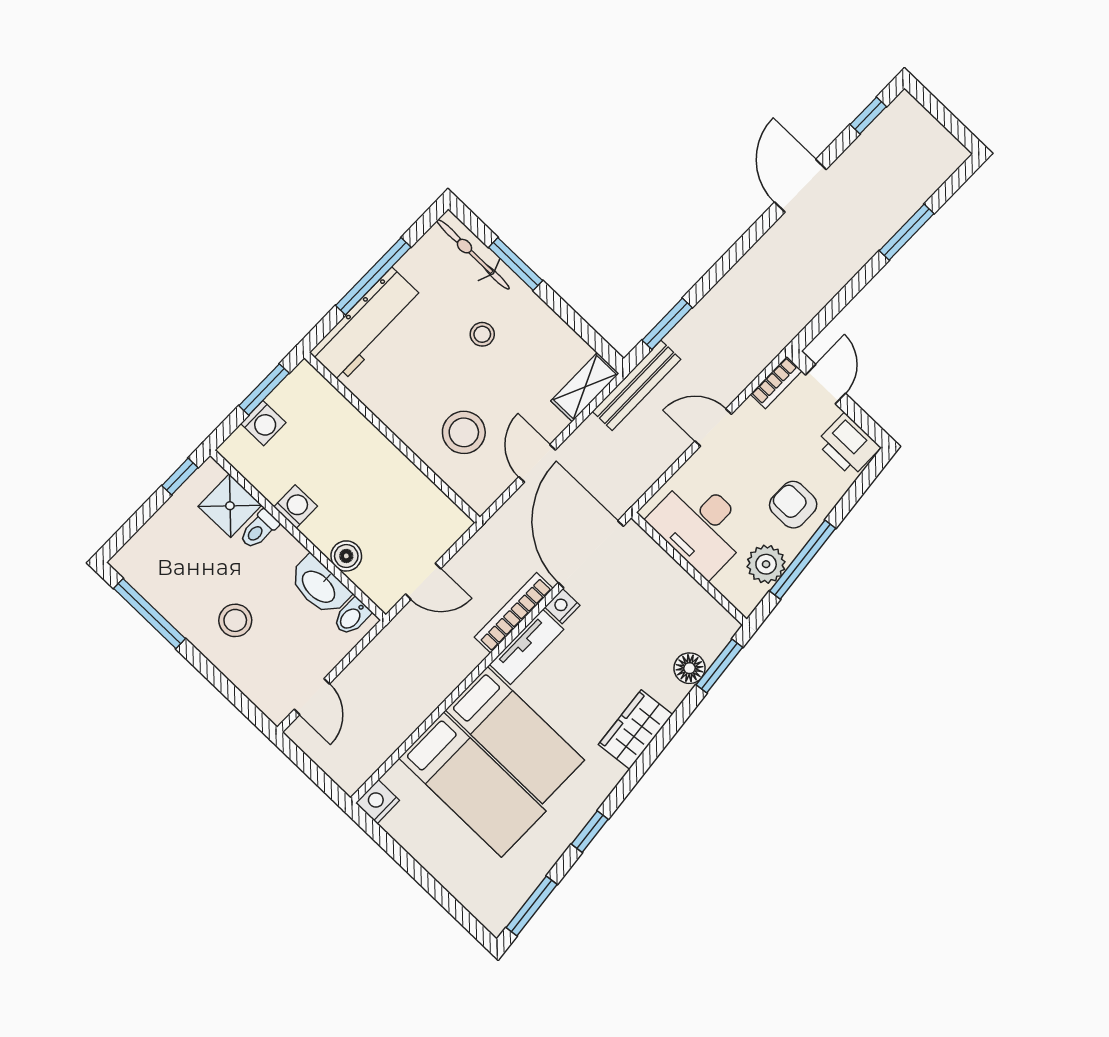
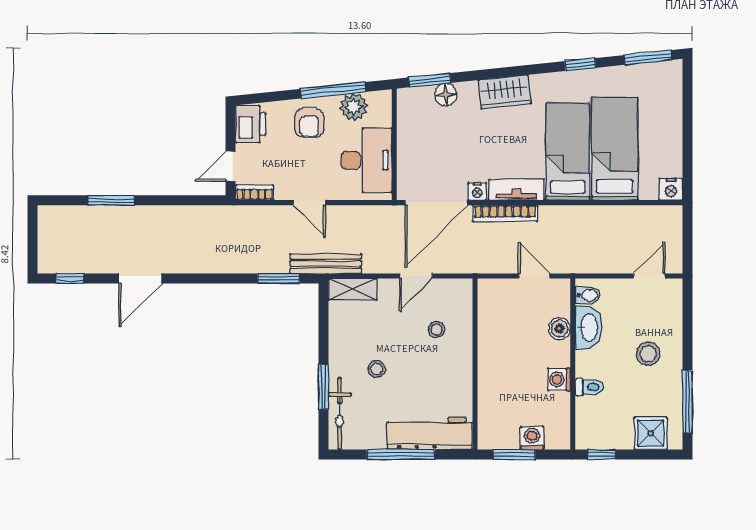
stool: (464, 432) -> (437, 329), width x0.53, depth x0.53
shower: (230, 506) -> (651, 433), moved

